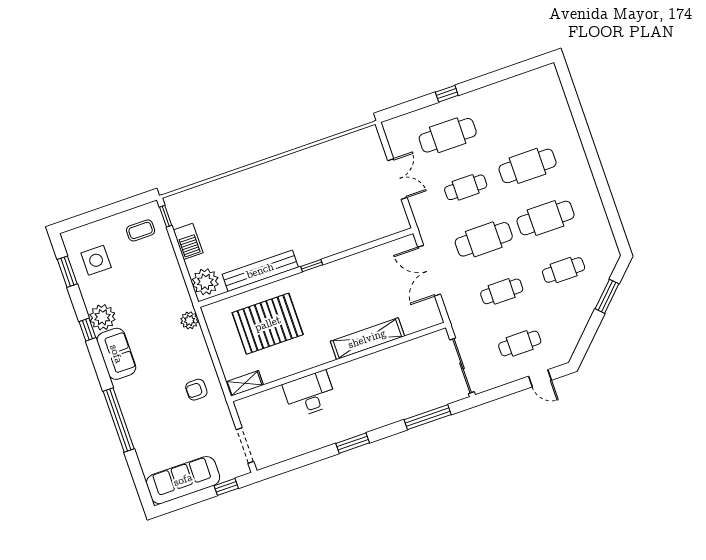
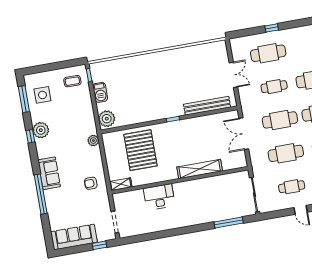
bench: (260, 271) -> (207, 106), moved
window: (67, 272) -> (24, 99), width x1.44
cafe table: (502, 291) -> (286, 153), width x1.37, depth x1.35
pallet: (268, 324) -> (140, 150), turned 90
sofa: (116, 354) -> (49, 173), moved
window: (353, 443) -> (181, 231), removed

